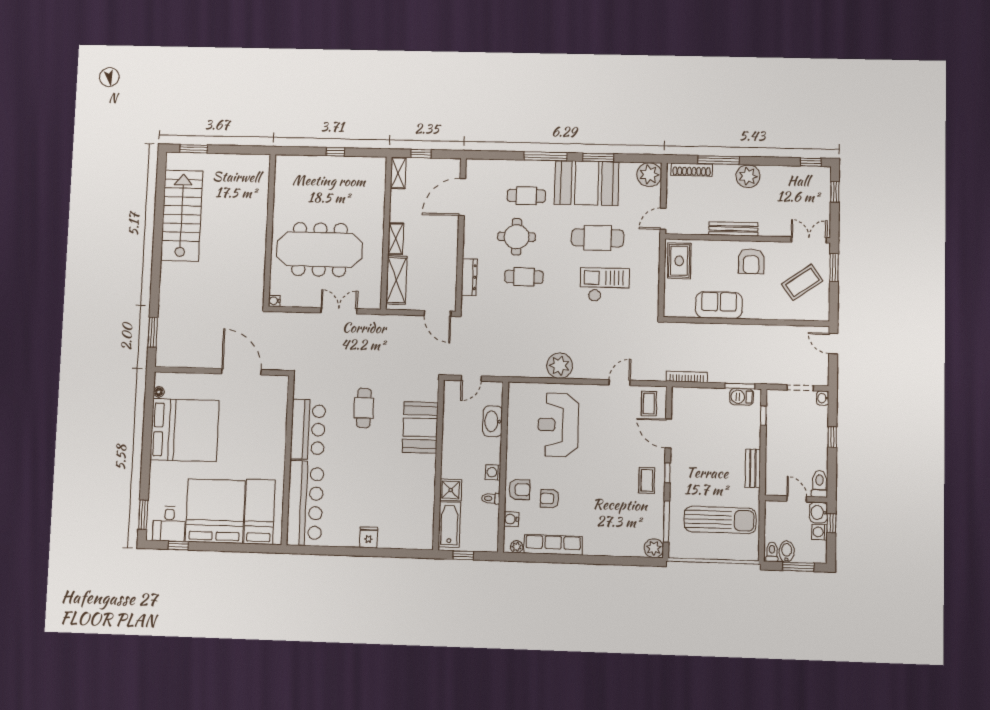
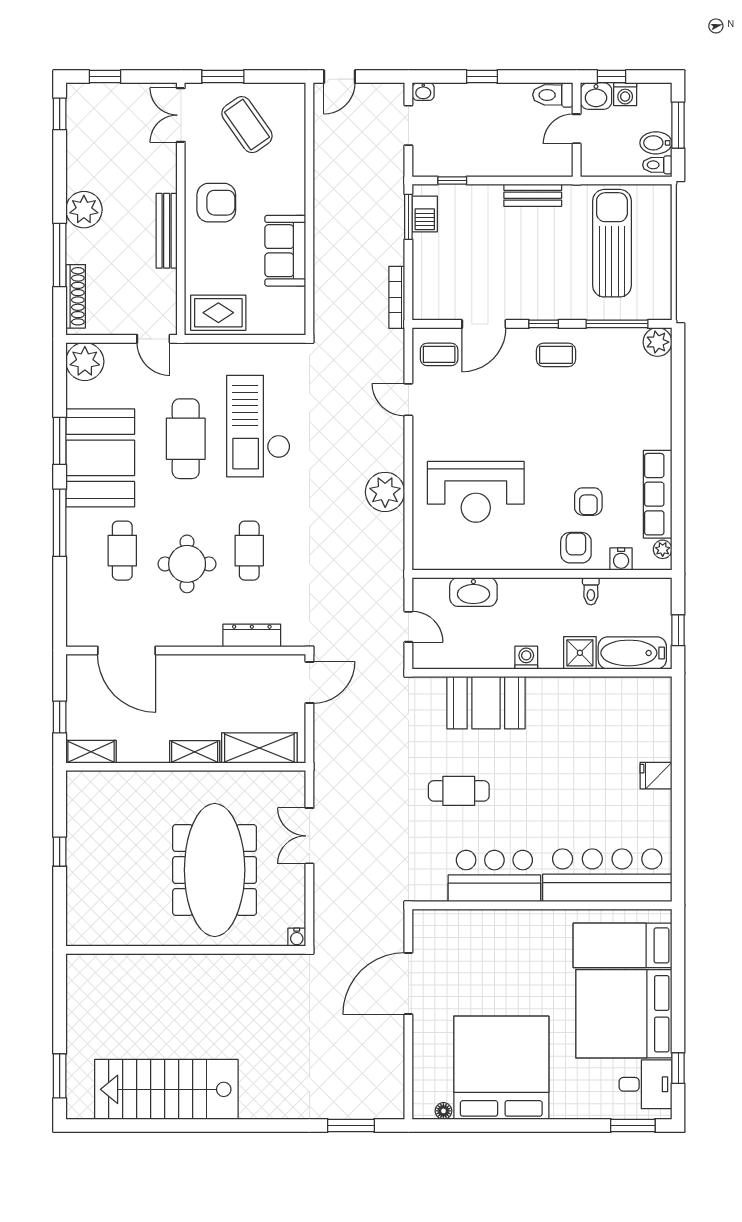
checkout: (605, 285) -> (258, 426), width x1.36, depth x1.21
washing machine: (493, 472) -> (526, 658), moved, turned 180

